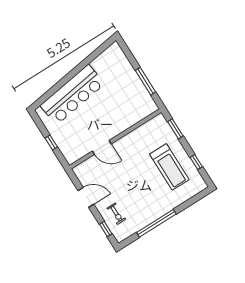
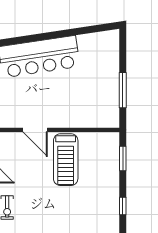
treadmill: (169, 167) -> (66, 160), moved

